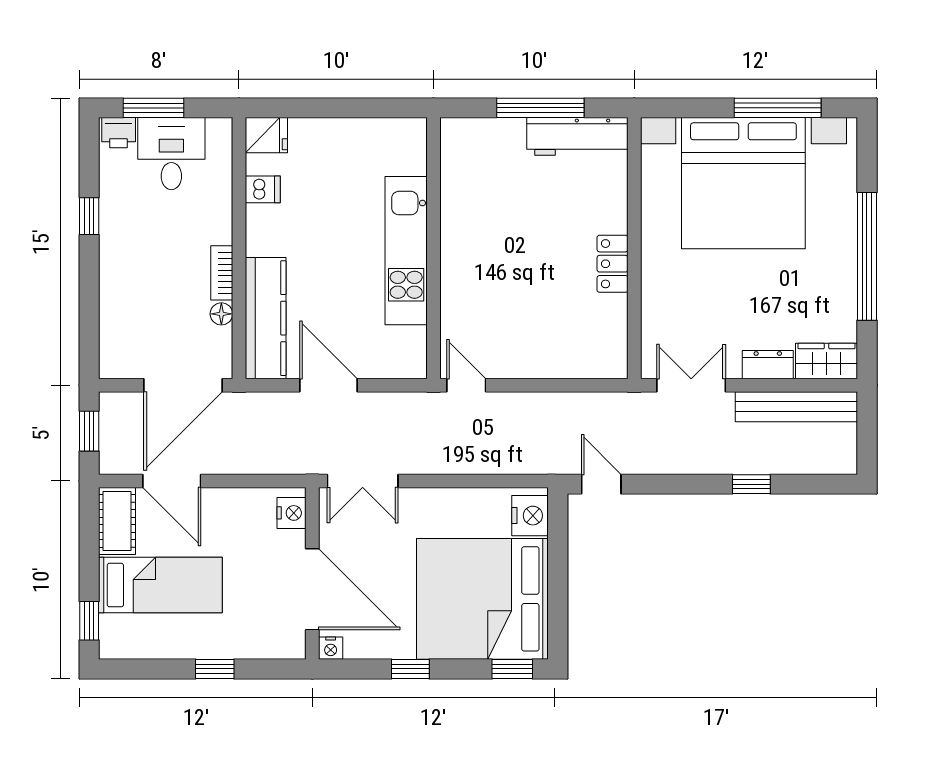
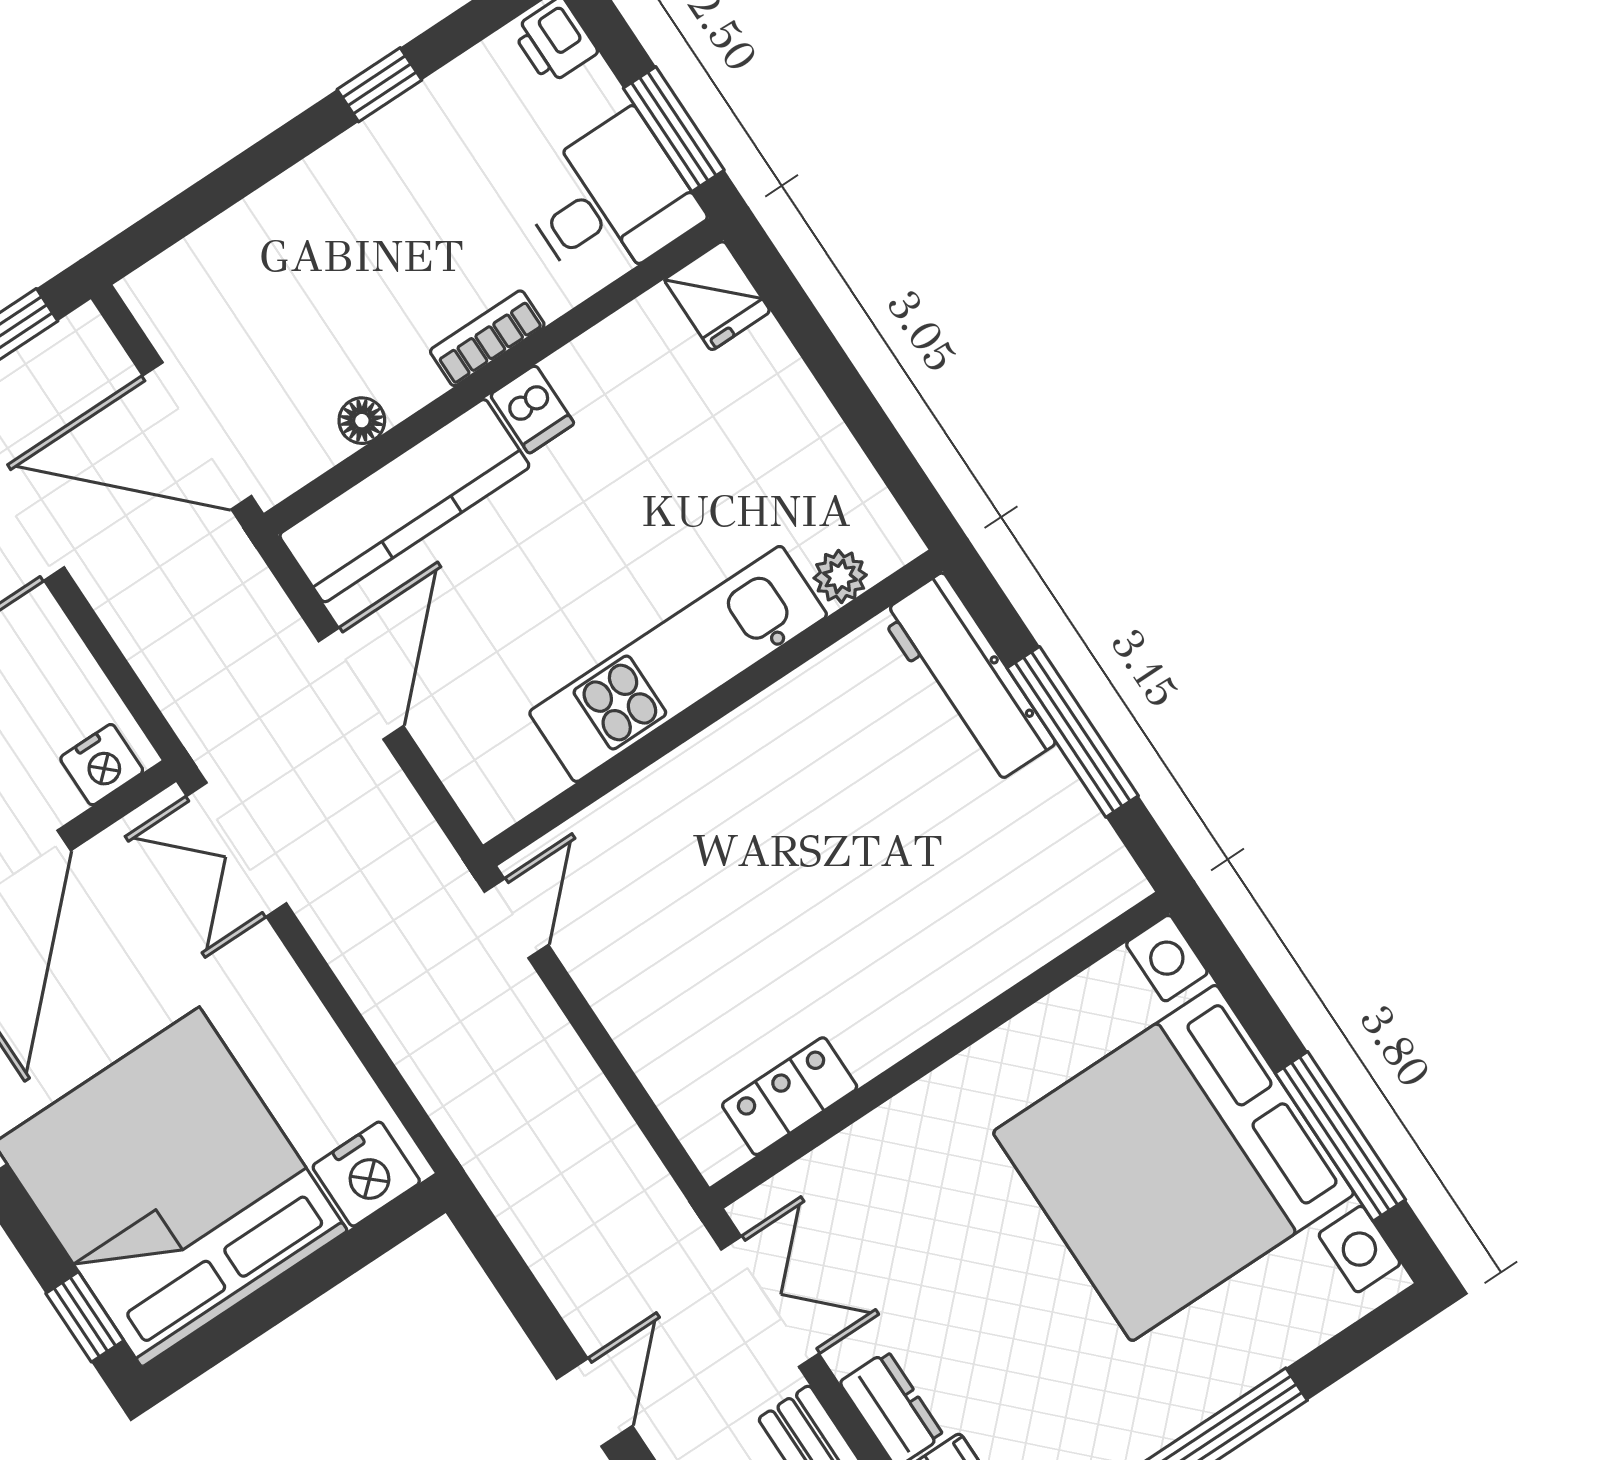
window: (153, 108) -> (674, 129), moved
workbench: (577, 136) -> (968, 679), moved
desk: (171, 154) -> (610, 202), moved
plant: (414, 161) -> (840, 576), added
dishwasher: (263, 189) -> (532, 409), moved
locker: (613, 264) -> (790, 1096), moved
bookcase: (222, 273) -> (487, 338), moved
door: (601, 484) -> (595, 1402), moved

